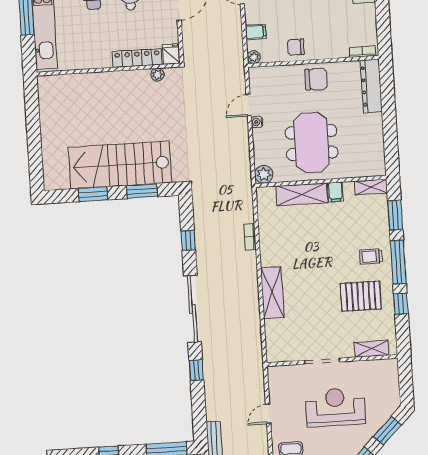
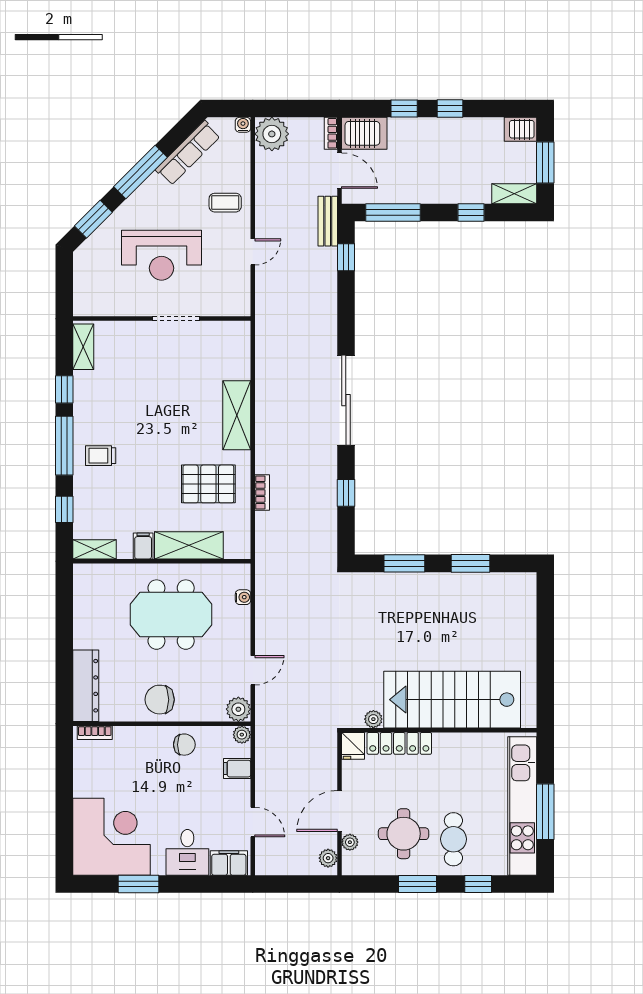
water cooler: (257, 122) -> (243, 597), moved
meeting table: (312, 143) -> (171, 615), turned 90
stairs: (120, 165) -> (452, 700), moved, turned 180
plant: (264, 174) -> (238, 709), moved
window: (395, 215) -> (64, 509), width x0.67
trolley: (371, 256) -> (101, 456), turned 180
pallet: (361, 296) -> (208, 484), moved
shelving: (371, 349) -> (83, 347), moved, turned 90
window: (196, 370) -> (346, 257), moved

